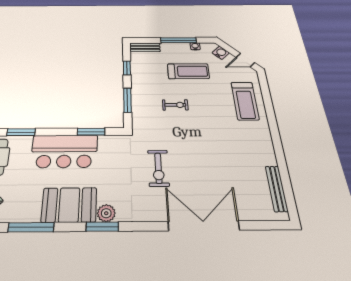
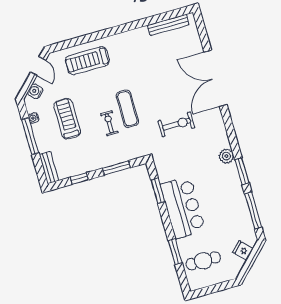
treadmill: (245, 101) -> (87, 61), turned 180
exercise mat: (187, 124) -> (127, 109), added
booth: (69, 205) -> (228, 187), removed
window: (102, 227) -> (242, 171), moved

